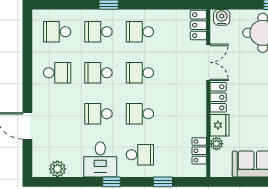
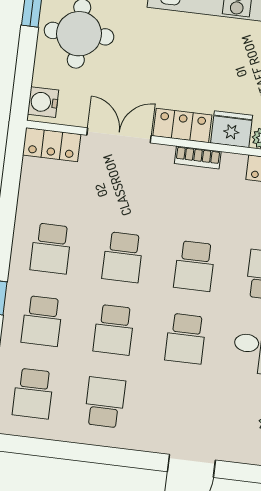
bookcase: (201, 108) -> (198, 157), added

